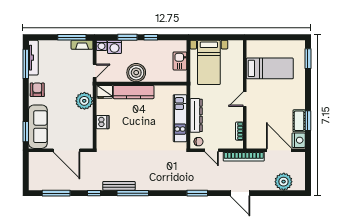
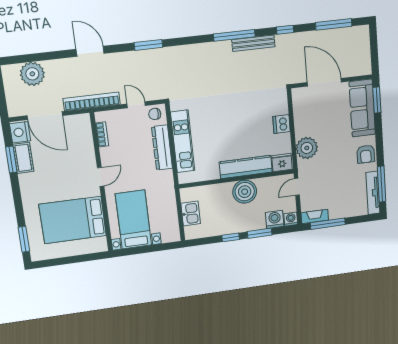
bed with nightstands: (209, 62) -> (133, 219), moved
bed: (270, 68) -> (73, 220), width x1.50

